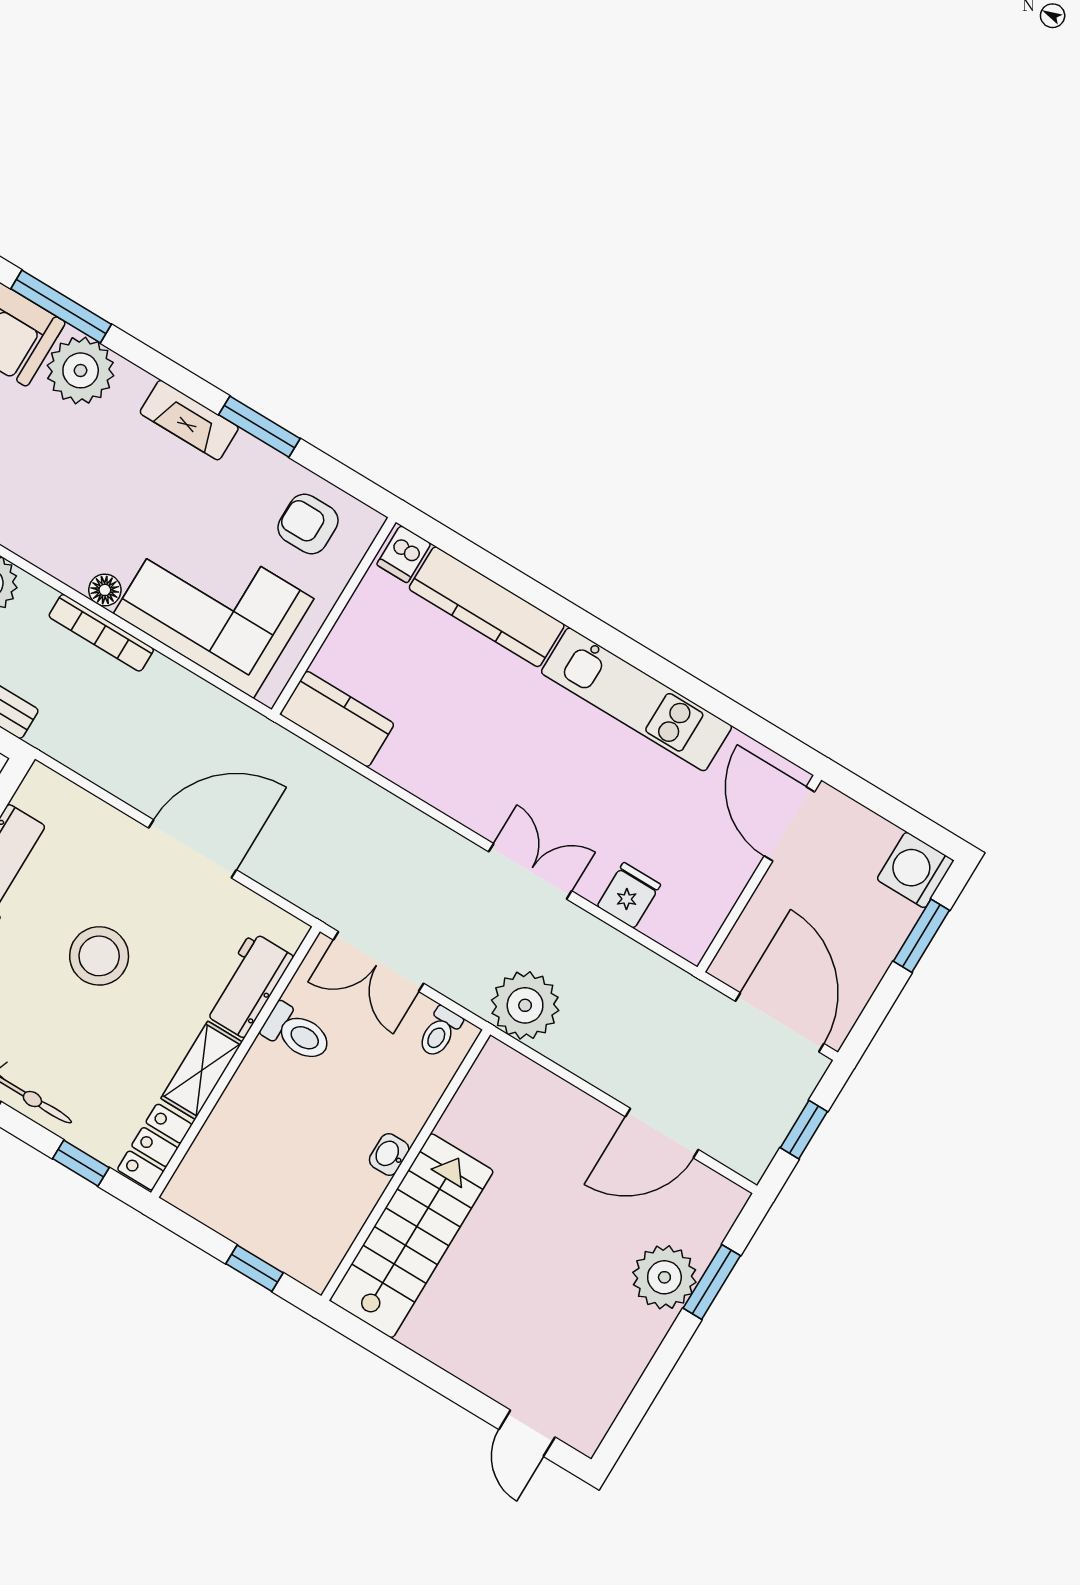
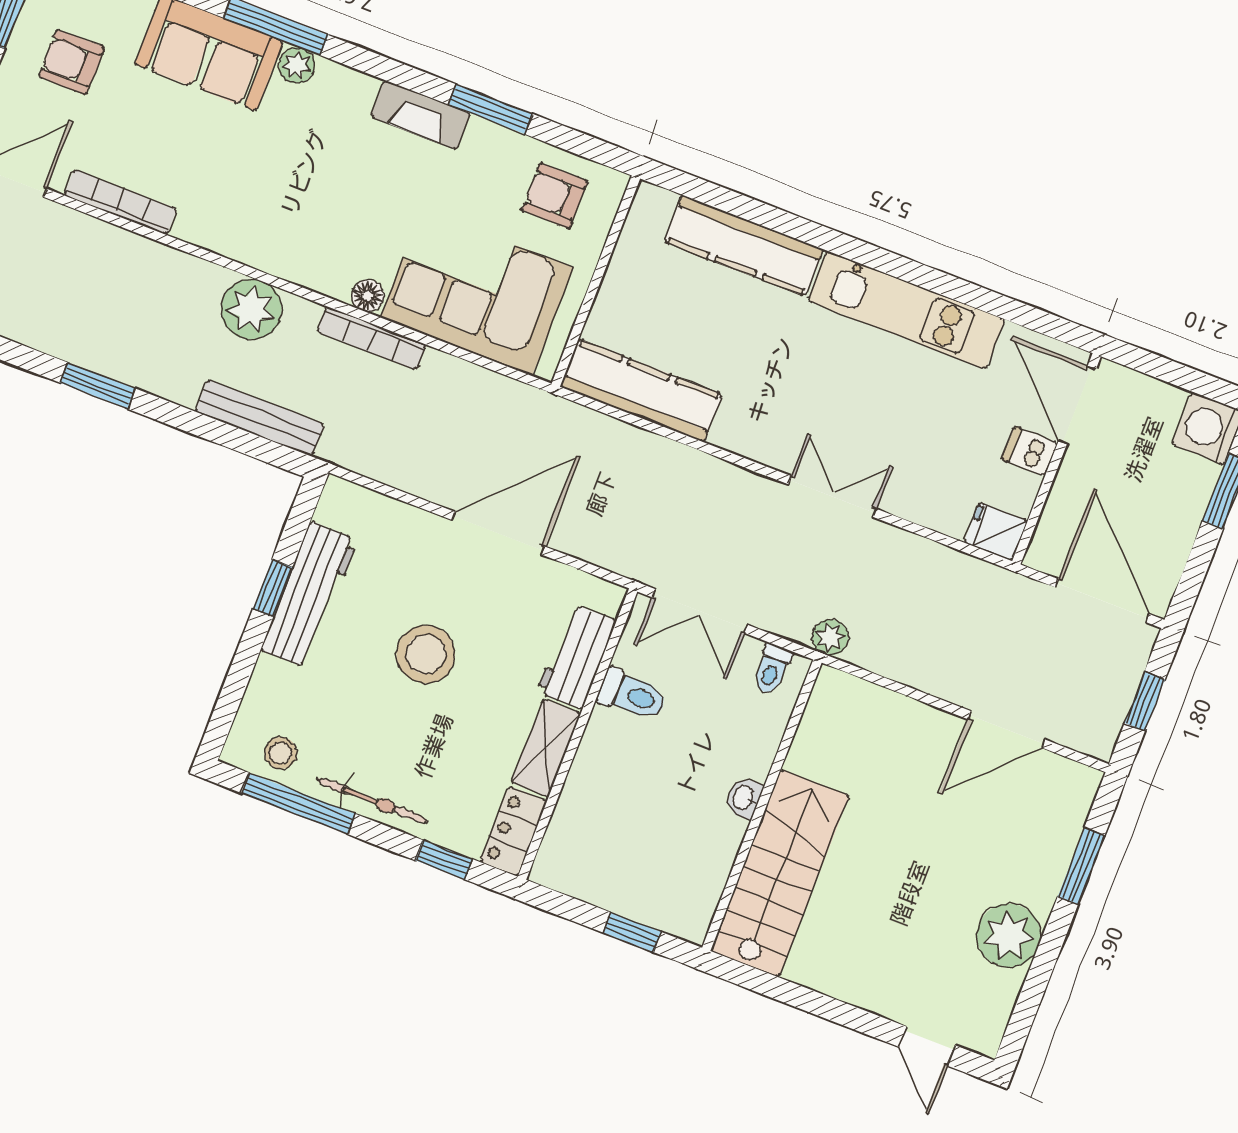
plant: (81, 370) -> (297, 65), width x0.53, depth x0.53
dishwasher: (404, 554) -> (1030, 451), moved, turned 90
kitchen counter: (337, 719) -> (641, 391), width x1.50
fridge: (629, 895) -> (996, 532), moved, turned -90
plant: (525, 1005) -> (830, 637), width x0.53, depth x0.53
plant: (664, 1277) -> (1009, 935), moved

